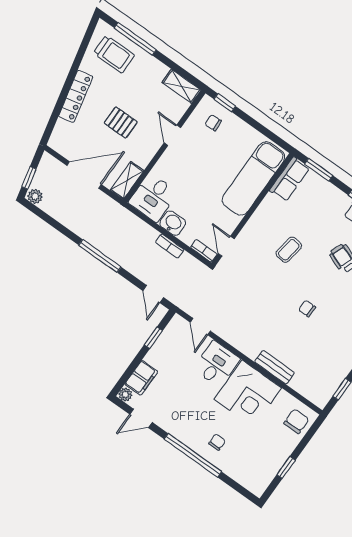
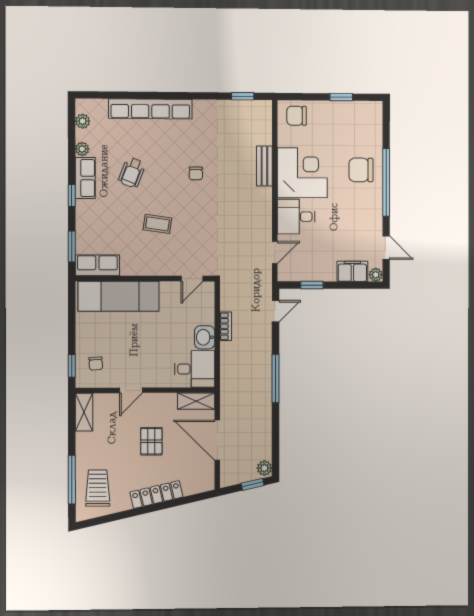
bookcase: (204, 251) -> (209, 295), removed
chair: (217, 442) -> (361, 170), width x1.87, depth x1.87

